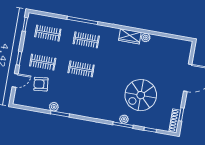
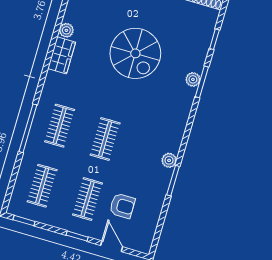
armchair: (41, 84) -> (122, 206), turned -83
spiral stairs: (141, 95) -> (135, 53), moved
plant: (54, 107) -> (169, 160), moved

